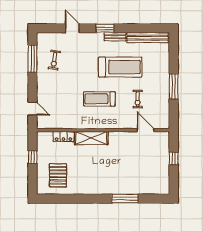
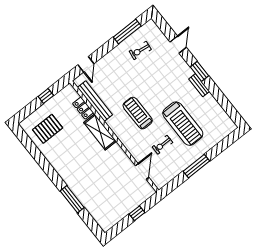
bench: (147, 38) -> (95, 101), moved
treadmill: (120, 67) -> (183, 124), moved

